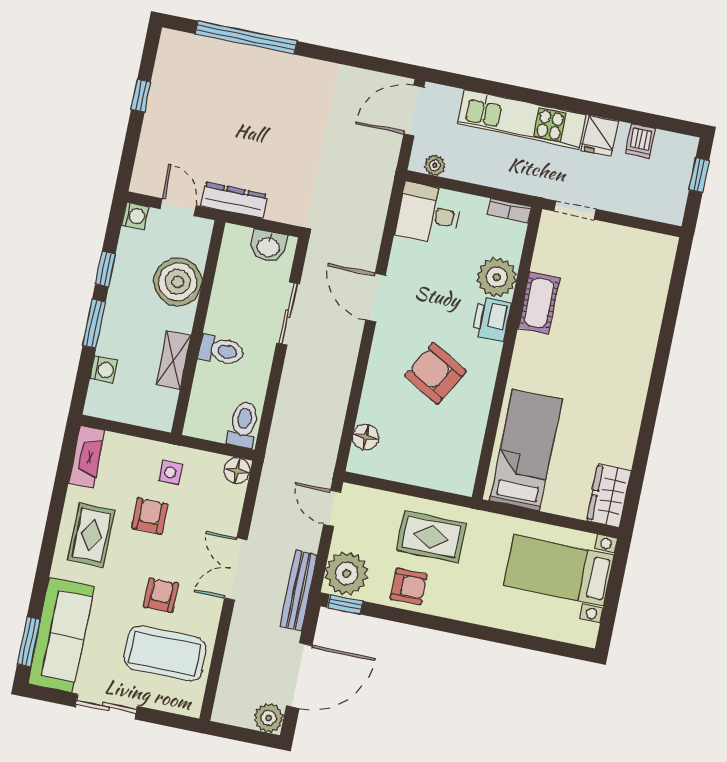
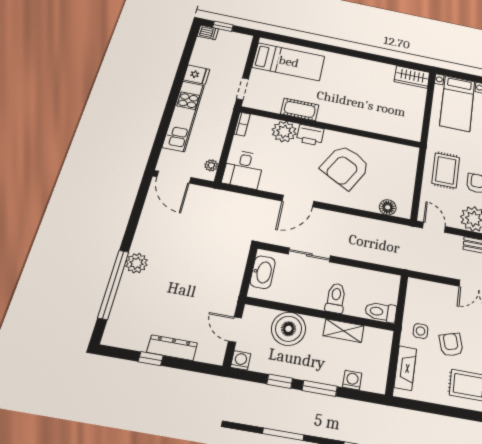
plant: (277, 66) -> (137, 263), added
dishwasher: (641, 141) -> (208, 32), moved
dresser: (234, 200) -> (172, 348), moved, turned 90
door: (178, 207) -> (235, 330), hinge flipped
washbasin: (268, 246) -> (263, 272), width x1.38
armchair: (435, 373) -> (345, 167), width x1.36, depth x1.36
toilet: (243, 425) -> (381, 312), moved
bed: (526, 450) -> (289, 62), moved, turned 180
fireplace: (87, 457) -> (405, 368), moved, turned 90
floor lamp: (237, 471) -> (415, 287), removed
door: (332, 508) -> (434, 227), swing flipped
armchair: (150, 516) -> (451, 345), turned 74

